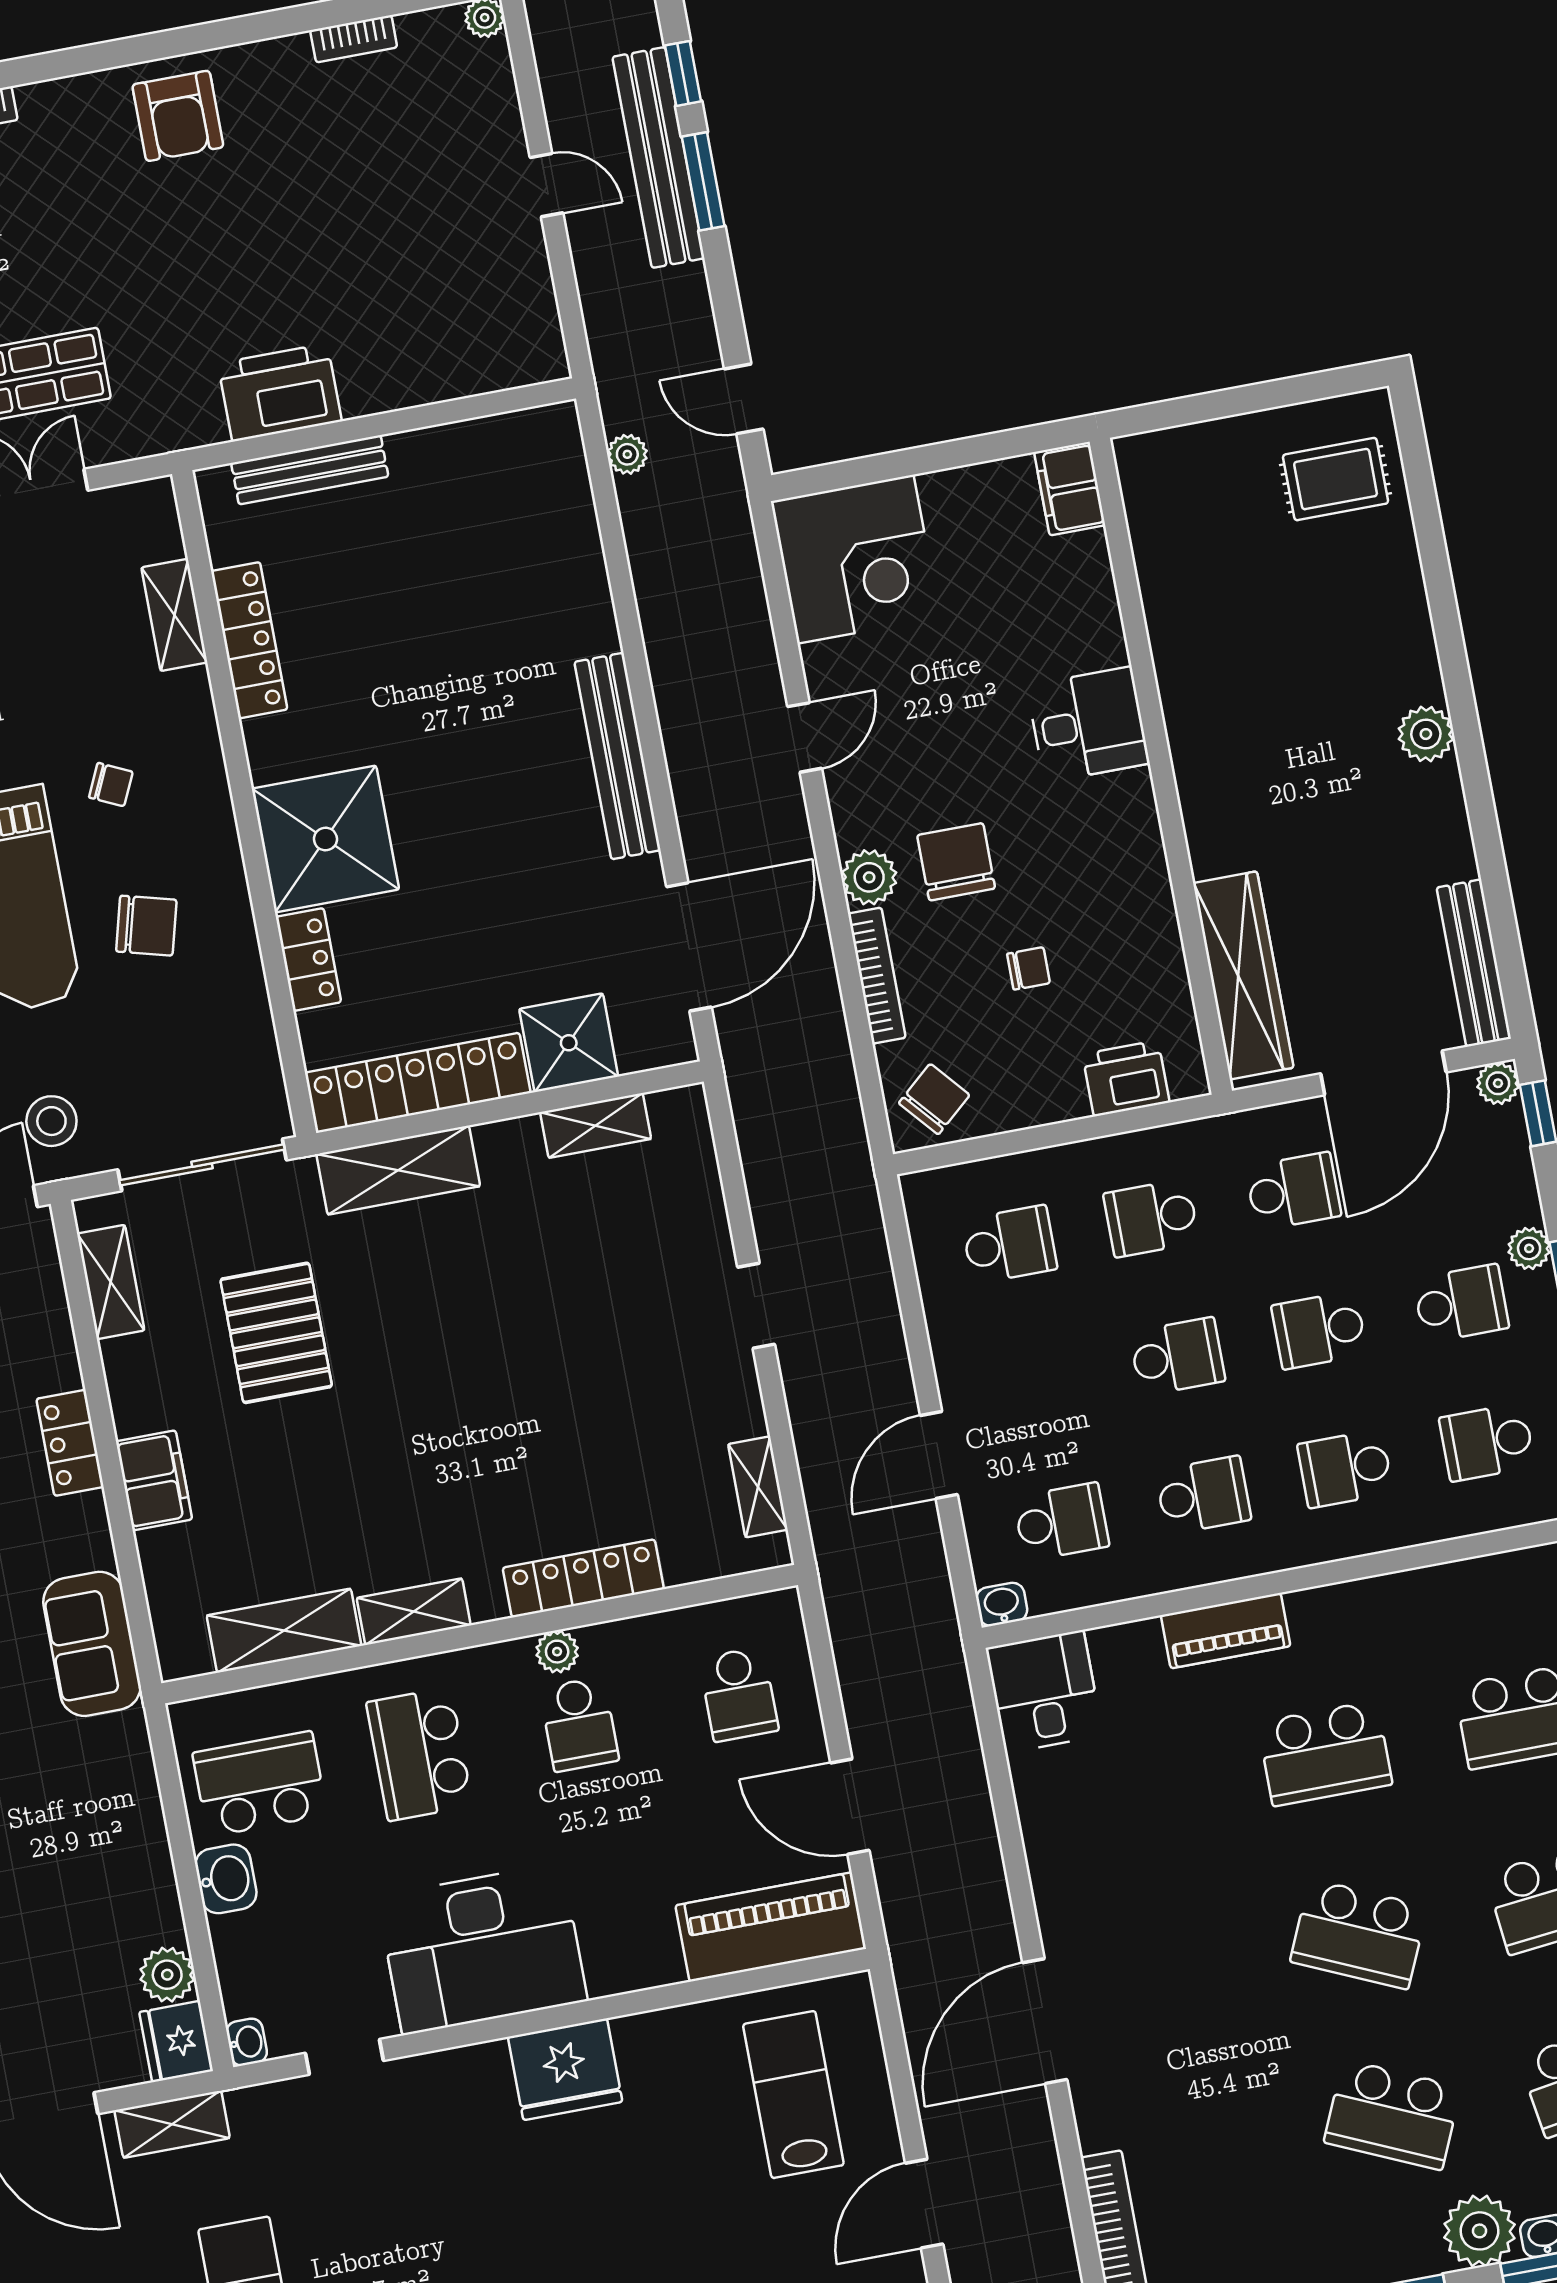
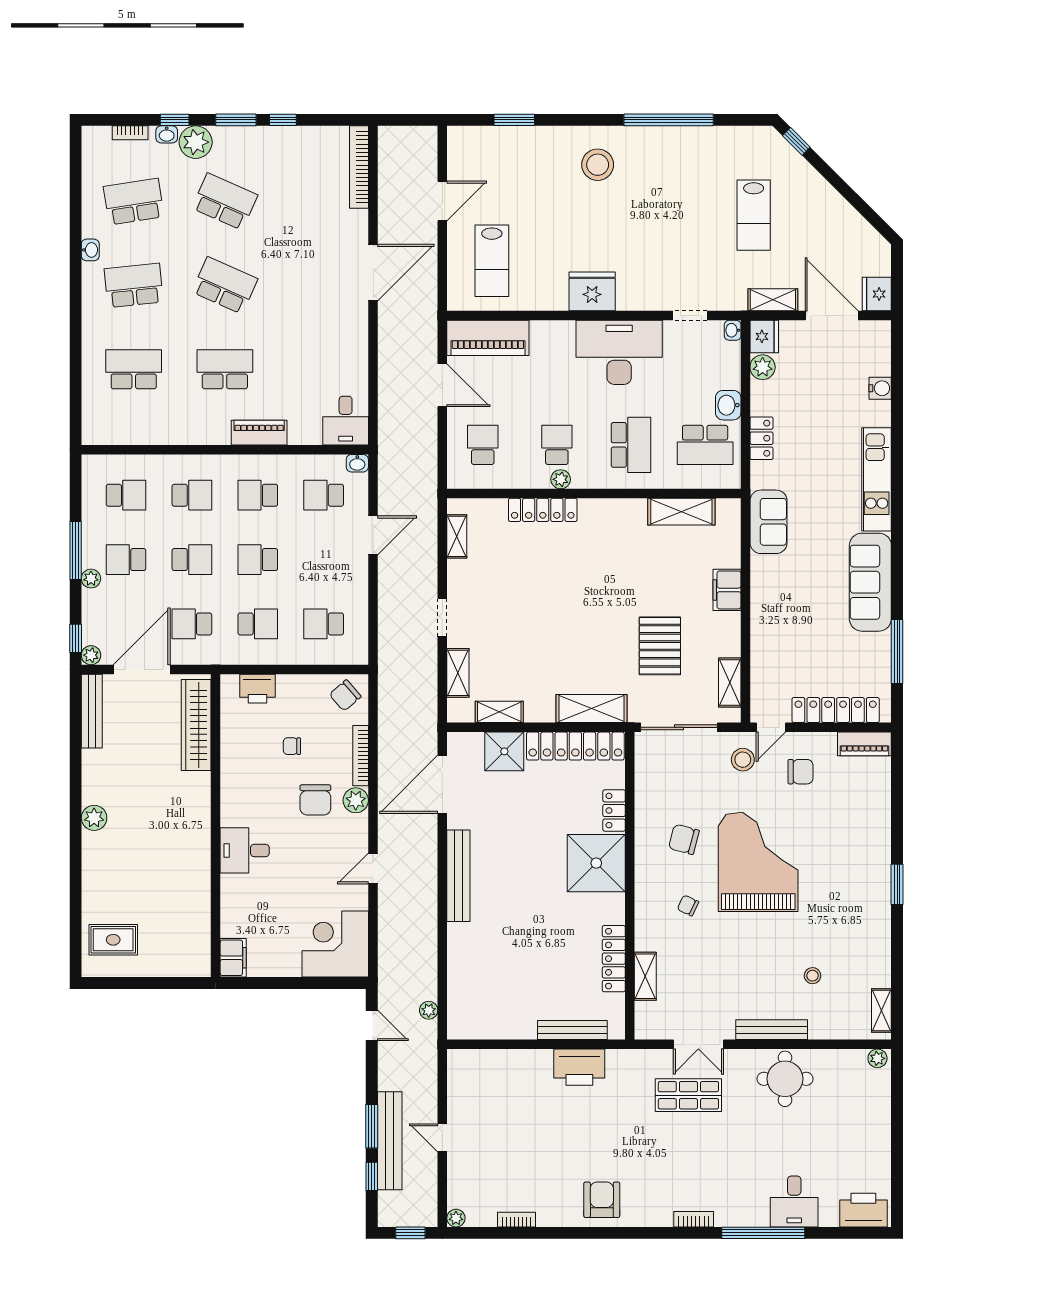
locker: (70, 1443) -> (762, 438), moved
shelving: (414, 1612) -> (458, 673), moved, turned 90

